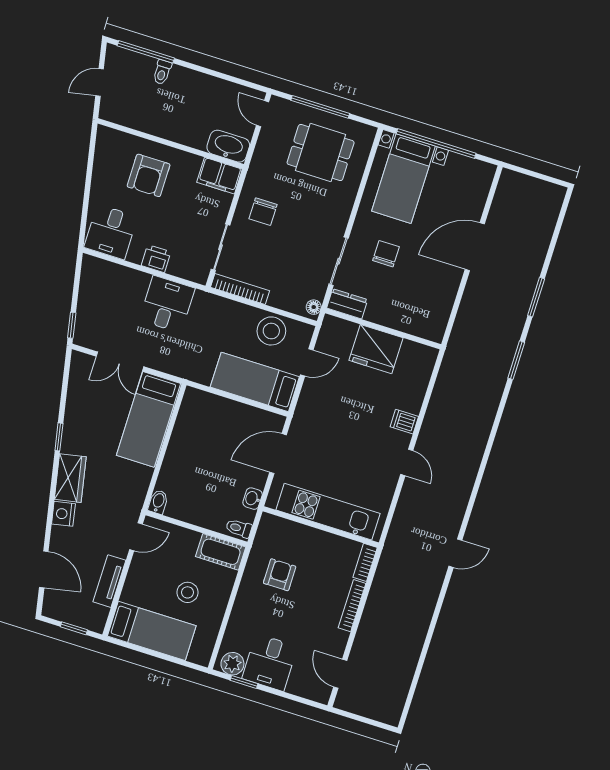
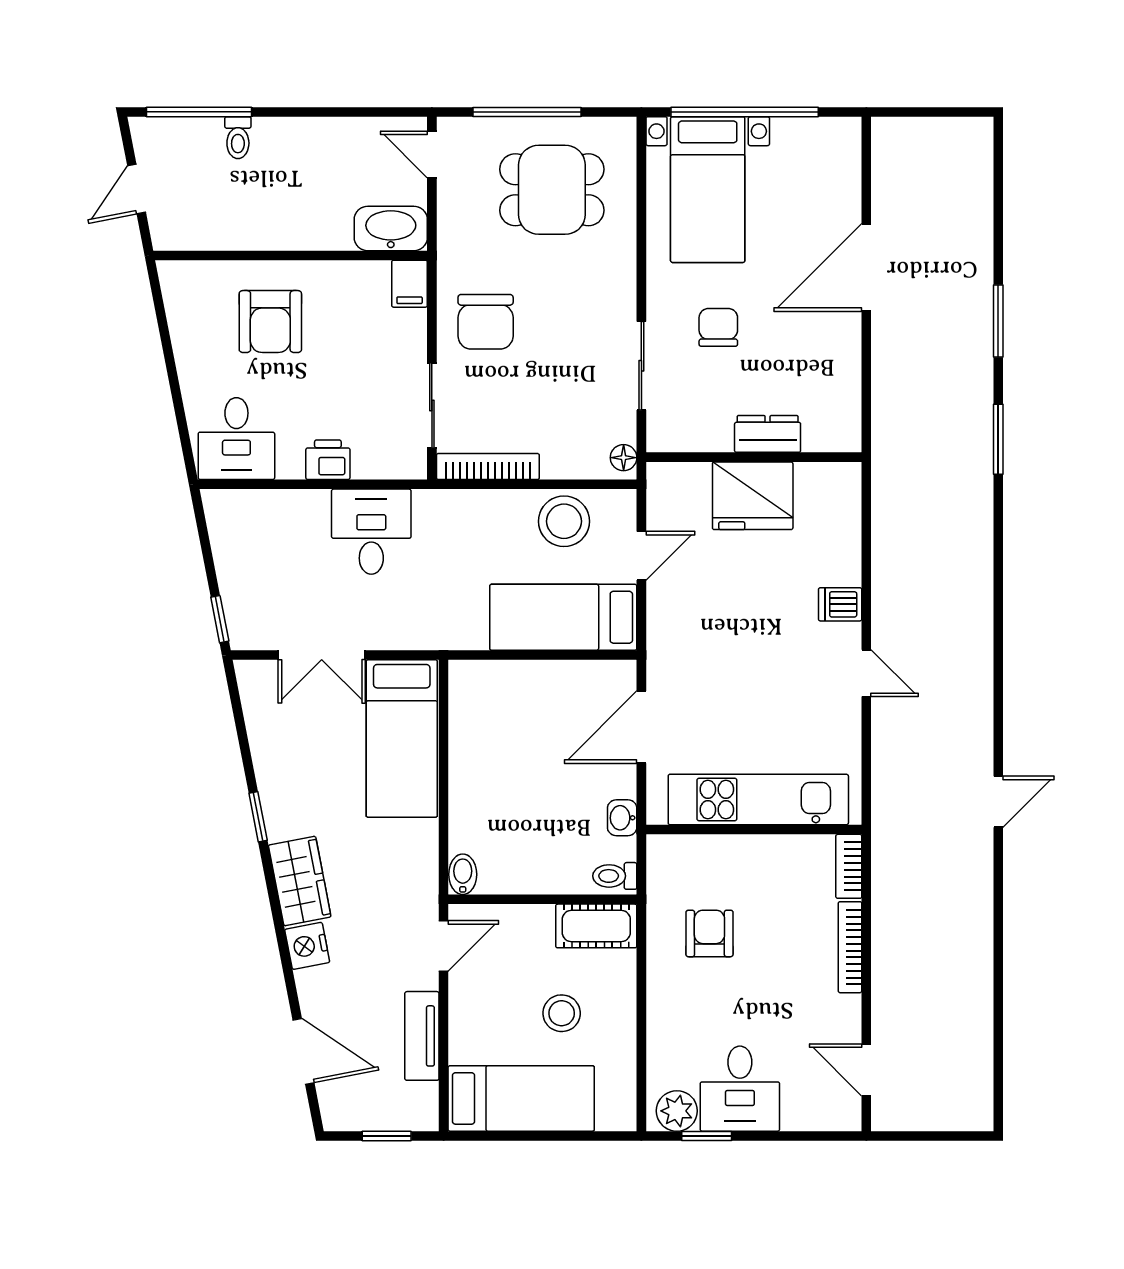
filing cabinet: (220, 176) -> (410, 284), width x0.50
chair: (263, 212) -> (486, 322), width x1.37, depth x1.37
dresser: (347, 304) -> (768, 434), moved

